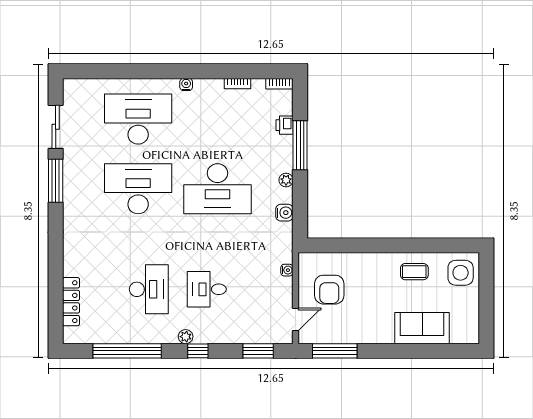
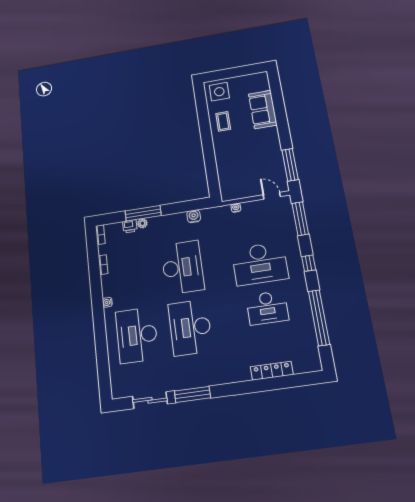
plant: (286, 180) -> (142, 223), moved
desk: (149, 289) -> (267, 308), turned 180
desk: (207, 289) -> (260, 264), width x1.87, depth x1.30
armchair: (329, 290) -> (245, 176), removed
locker: (71, 302) -> (272, 371), moved
plant: (186, 337) -> (299, 274), removed
window: (258, 351) -> (300, 219), width x1.44

